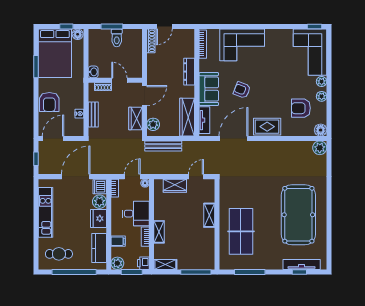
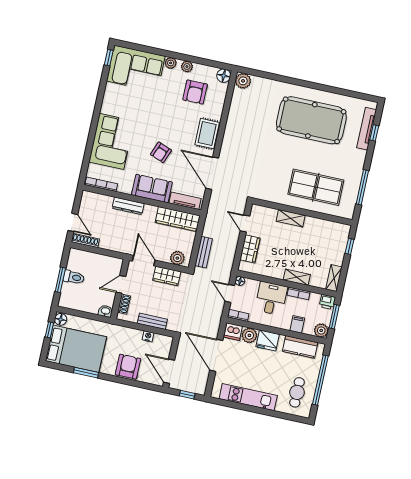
armchair: (49, 102) -> (128, 367), turned -90
bench: (163, 146) -> (204, 252), width x0.73
window: (196, 272) -> (350, 246), width x0.46

